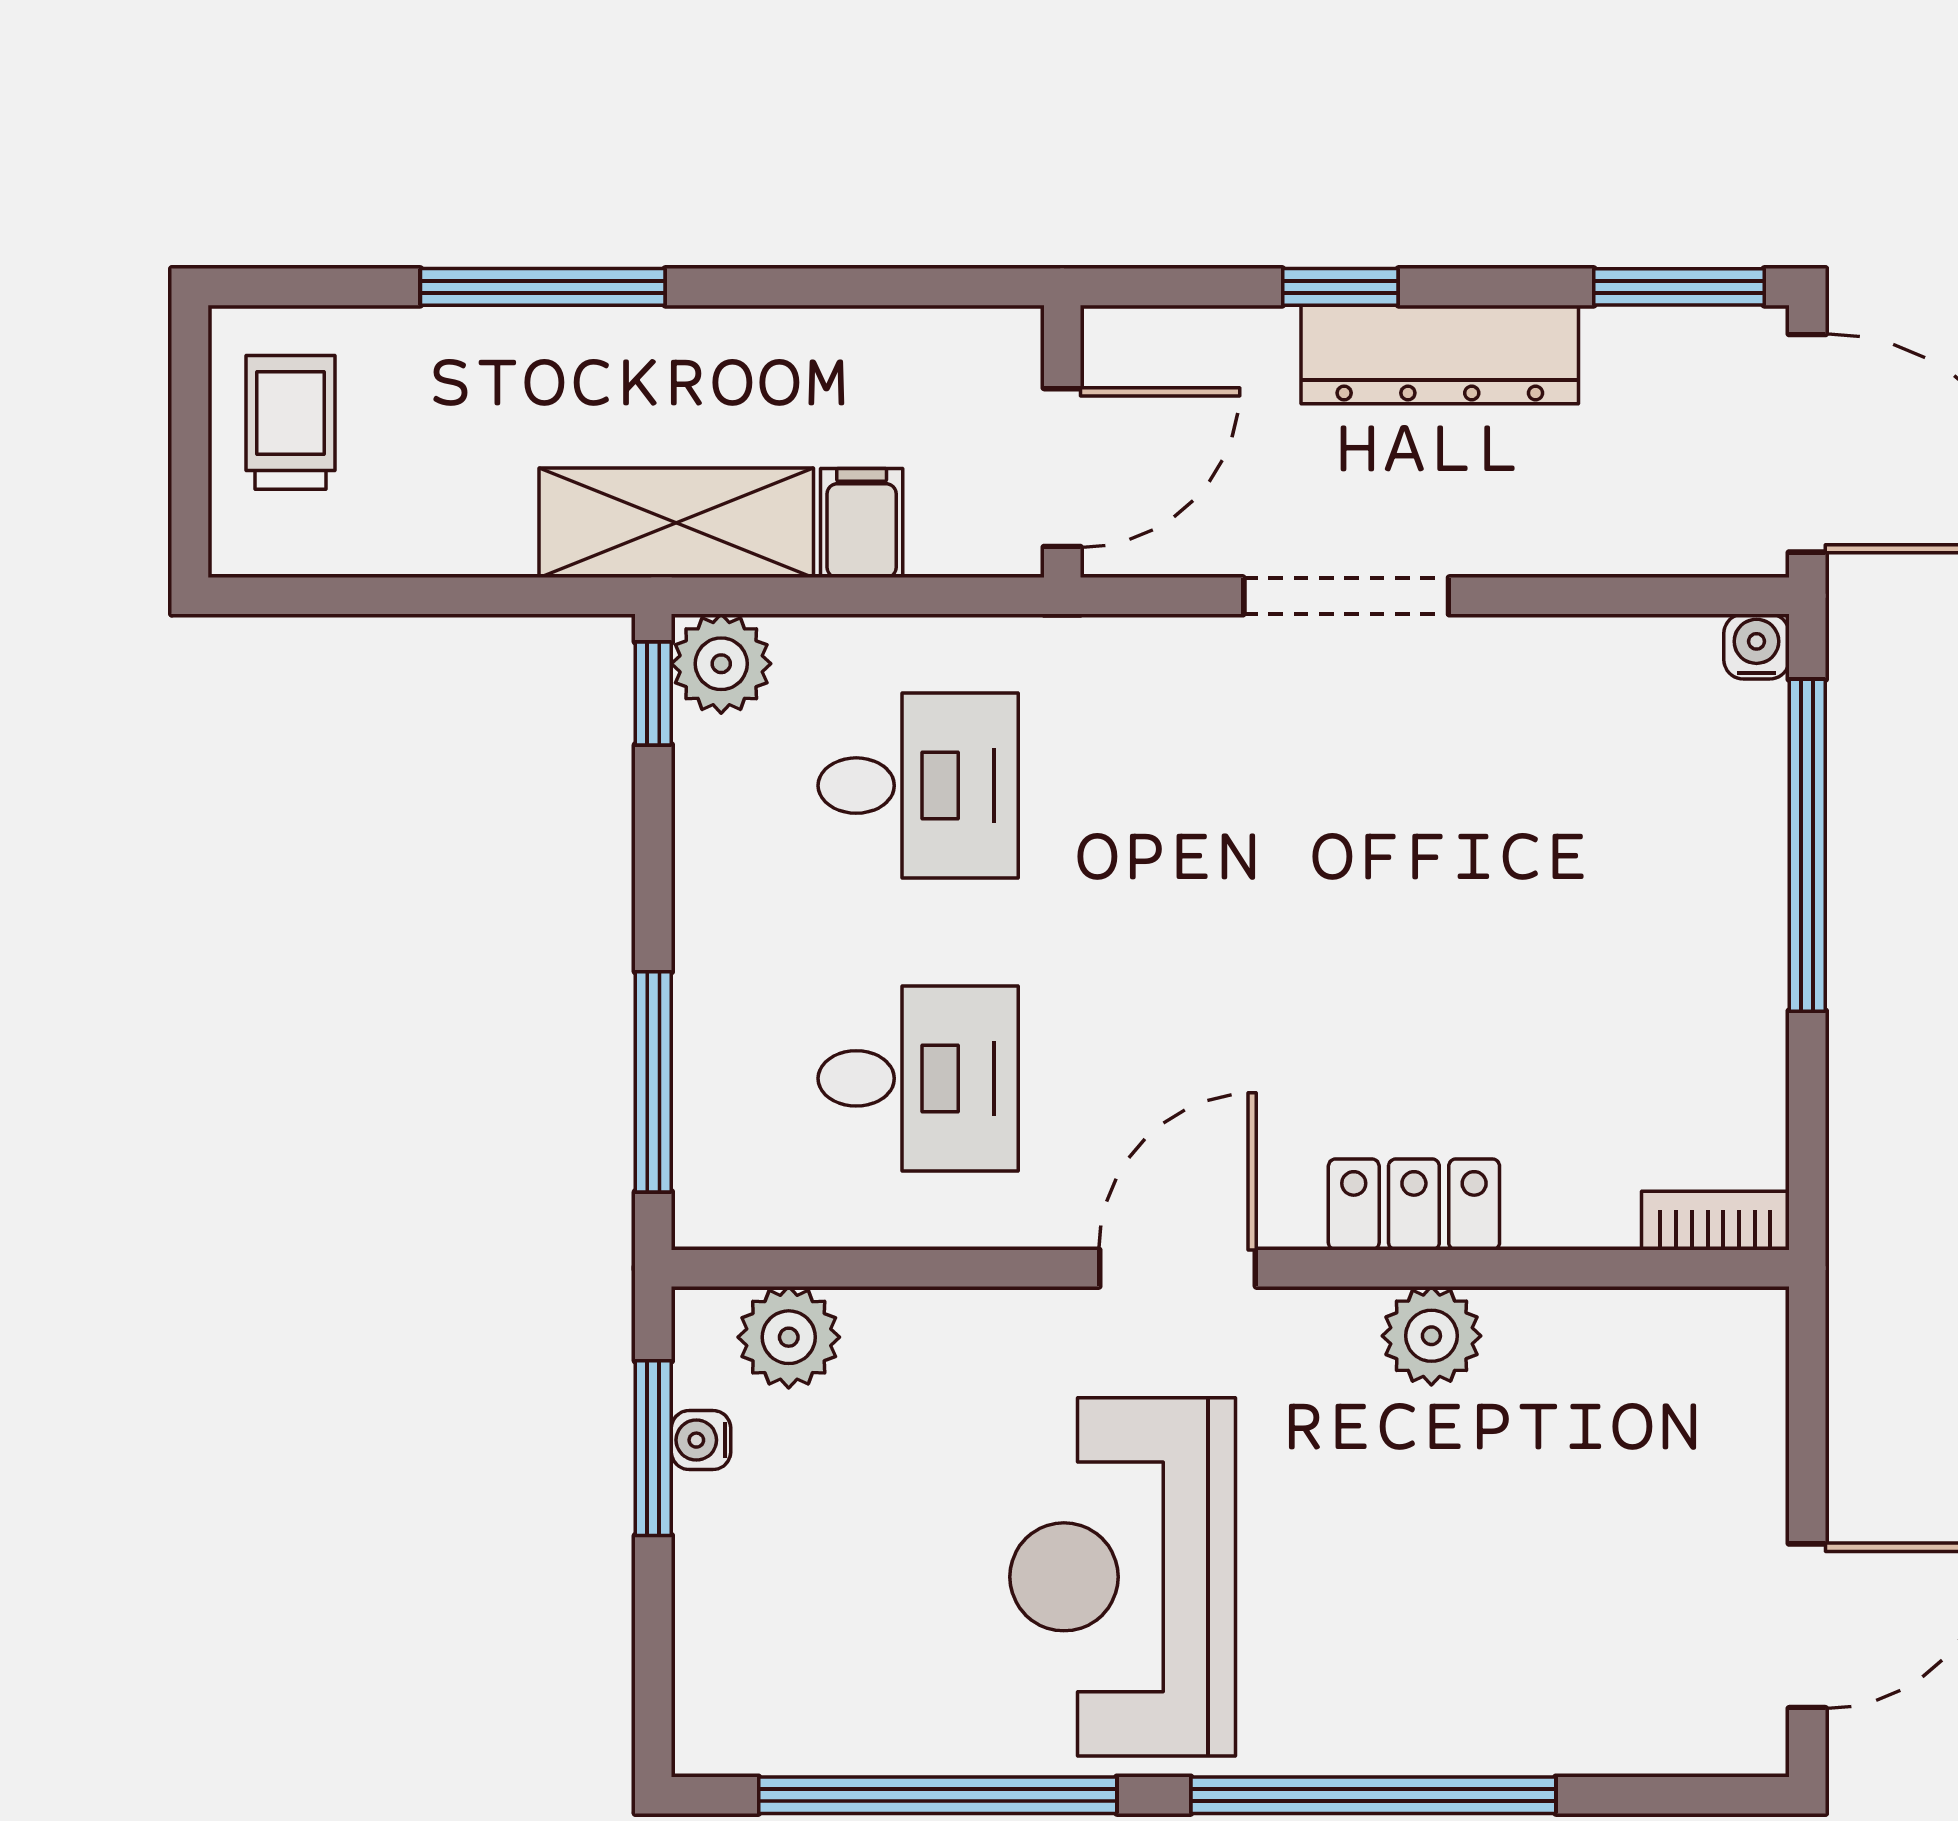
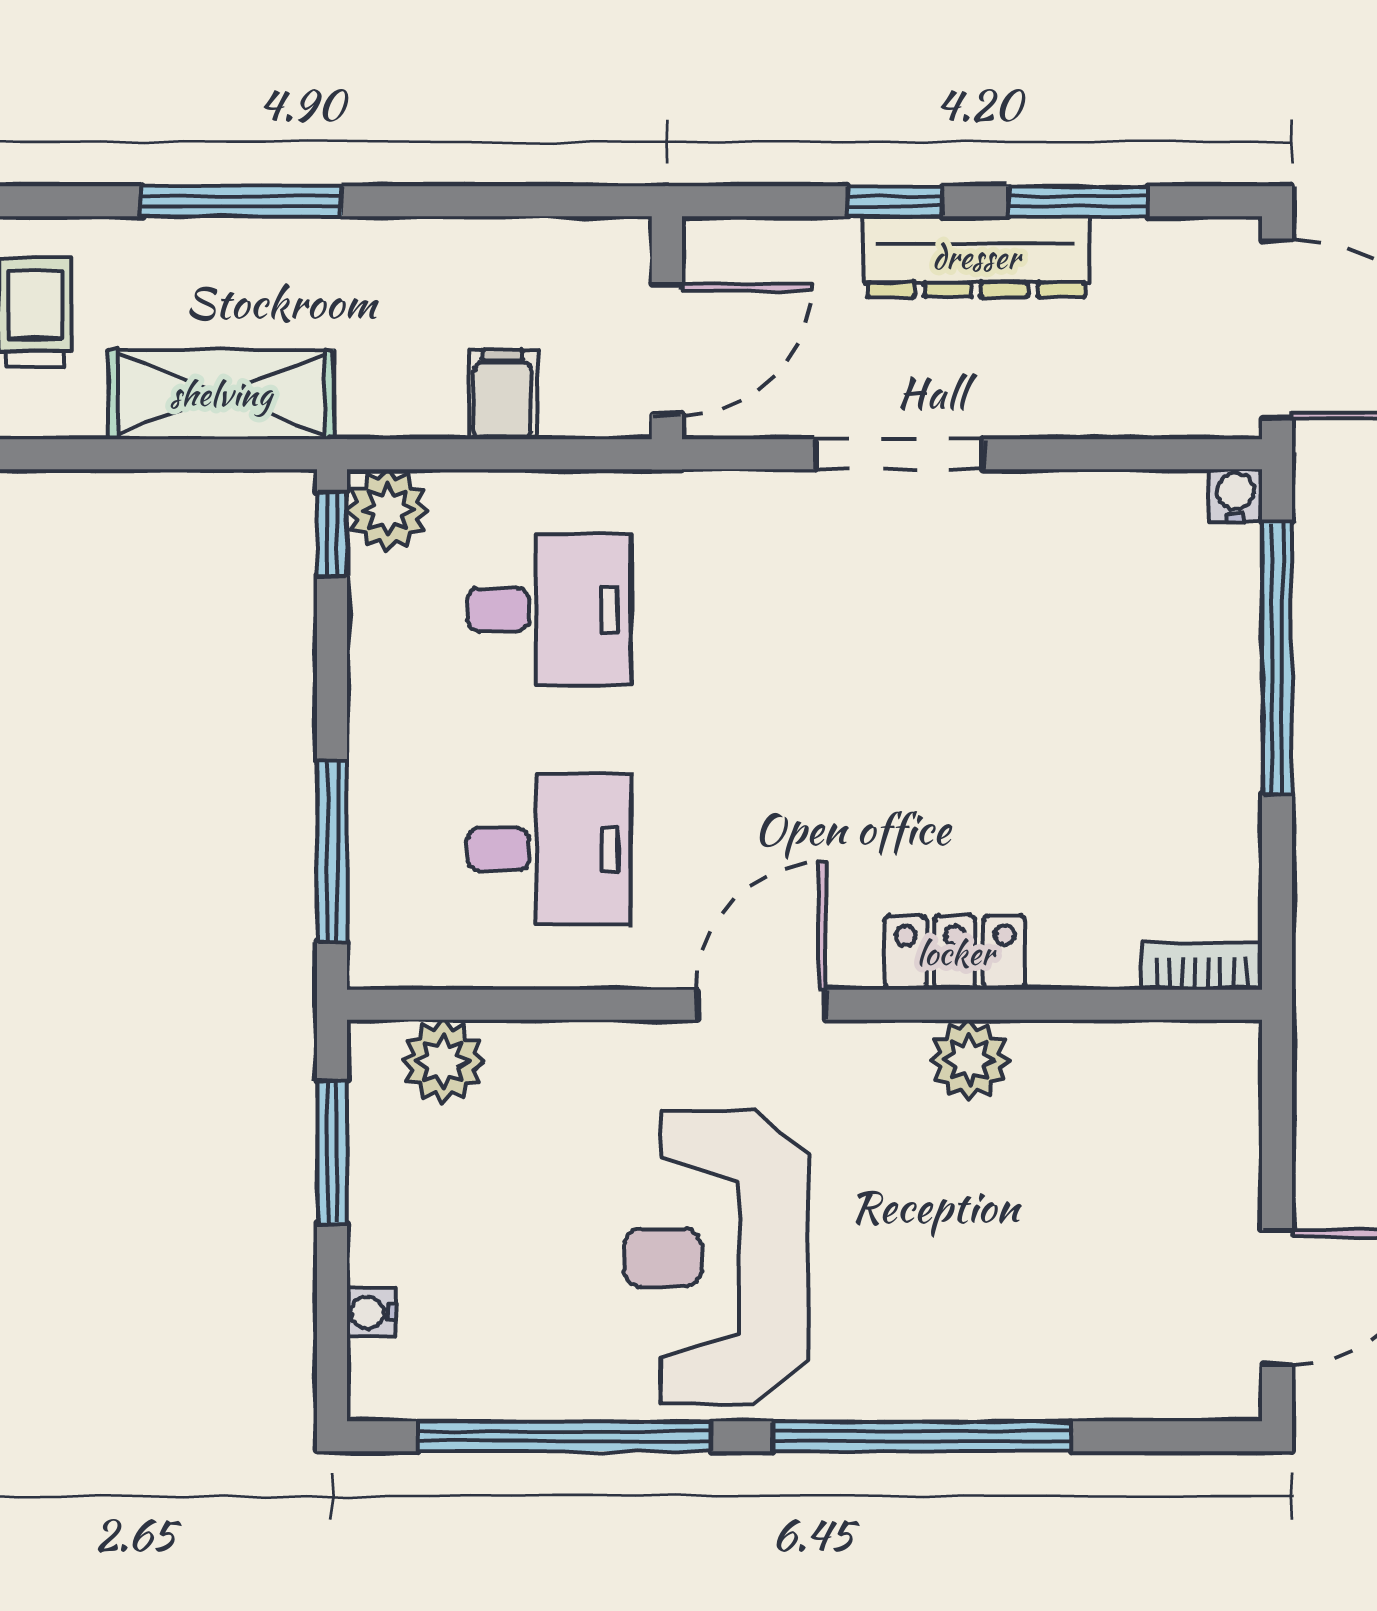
window: (1679, 287) -> (1079, 201), moved
shelving: (676, 523) -> (221, 394), moved
water cooler: (701, 1440) -> (371, 1312), moved

